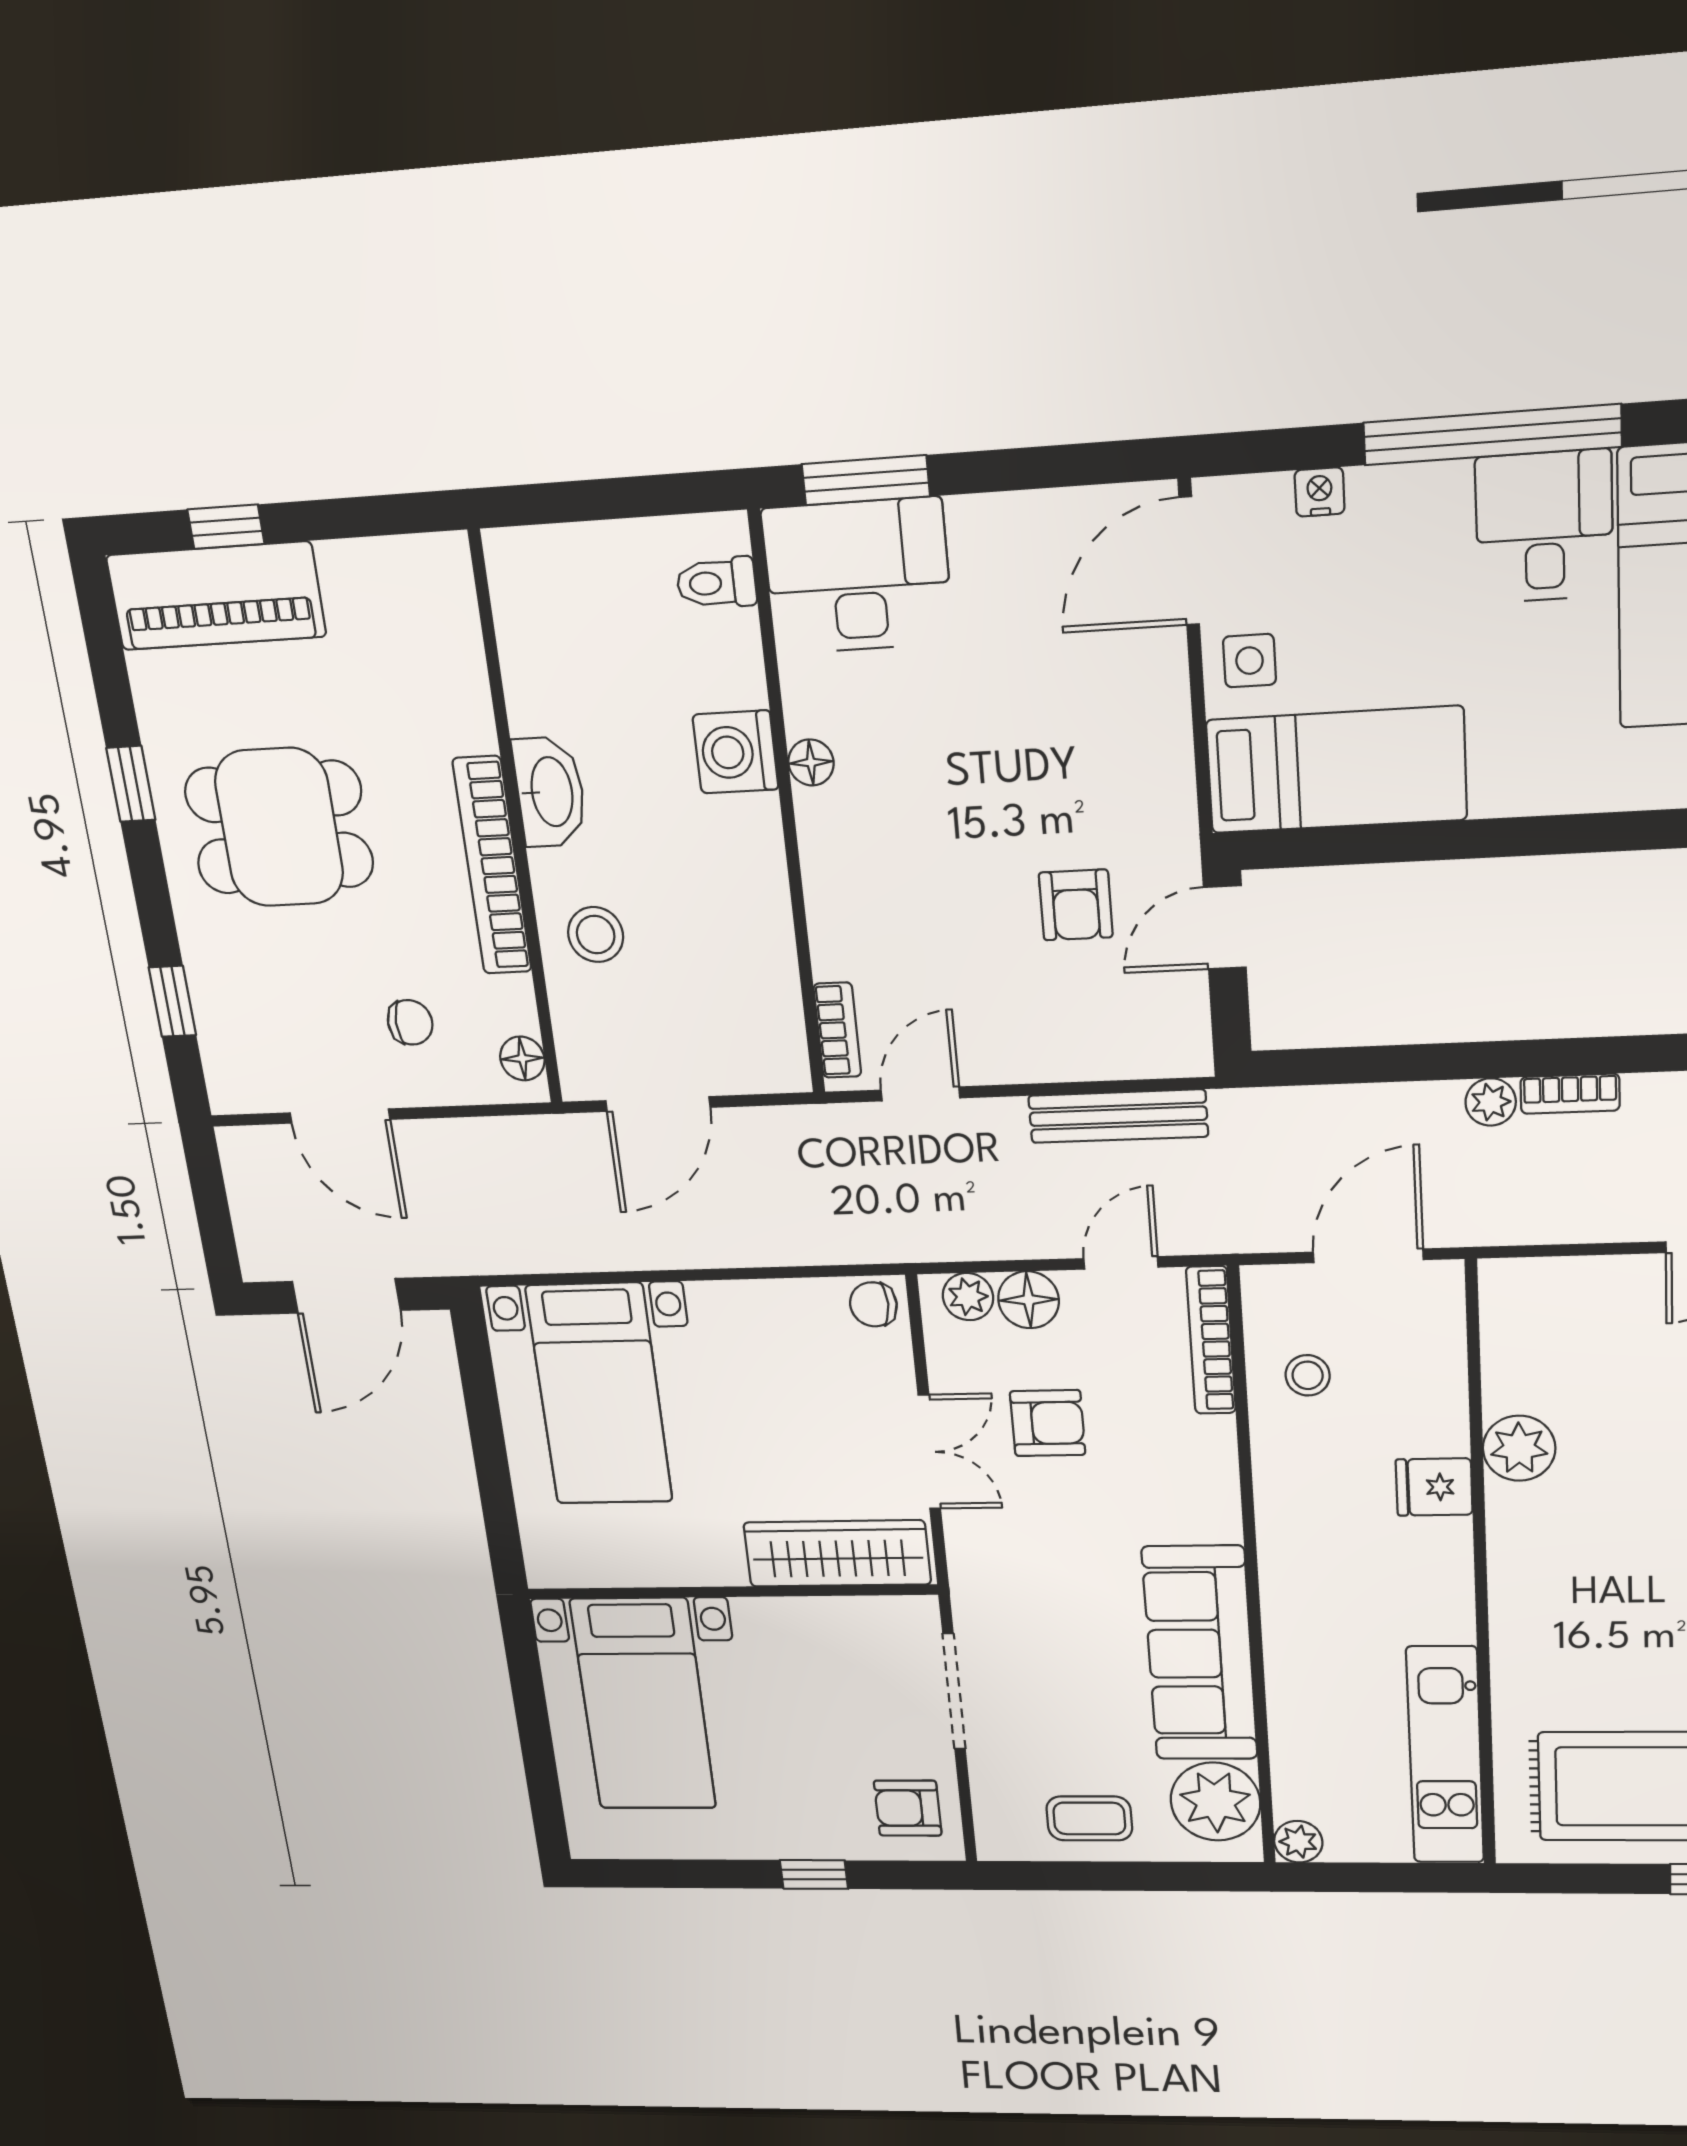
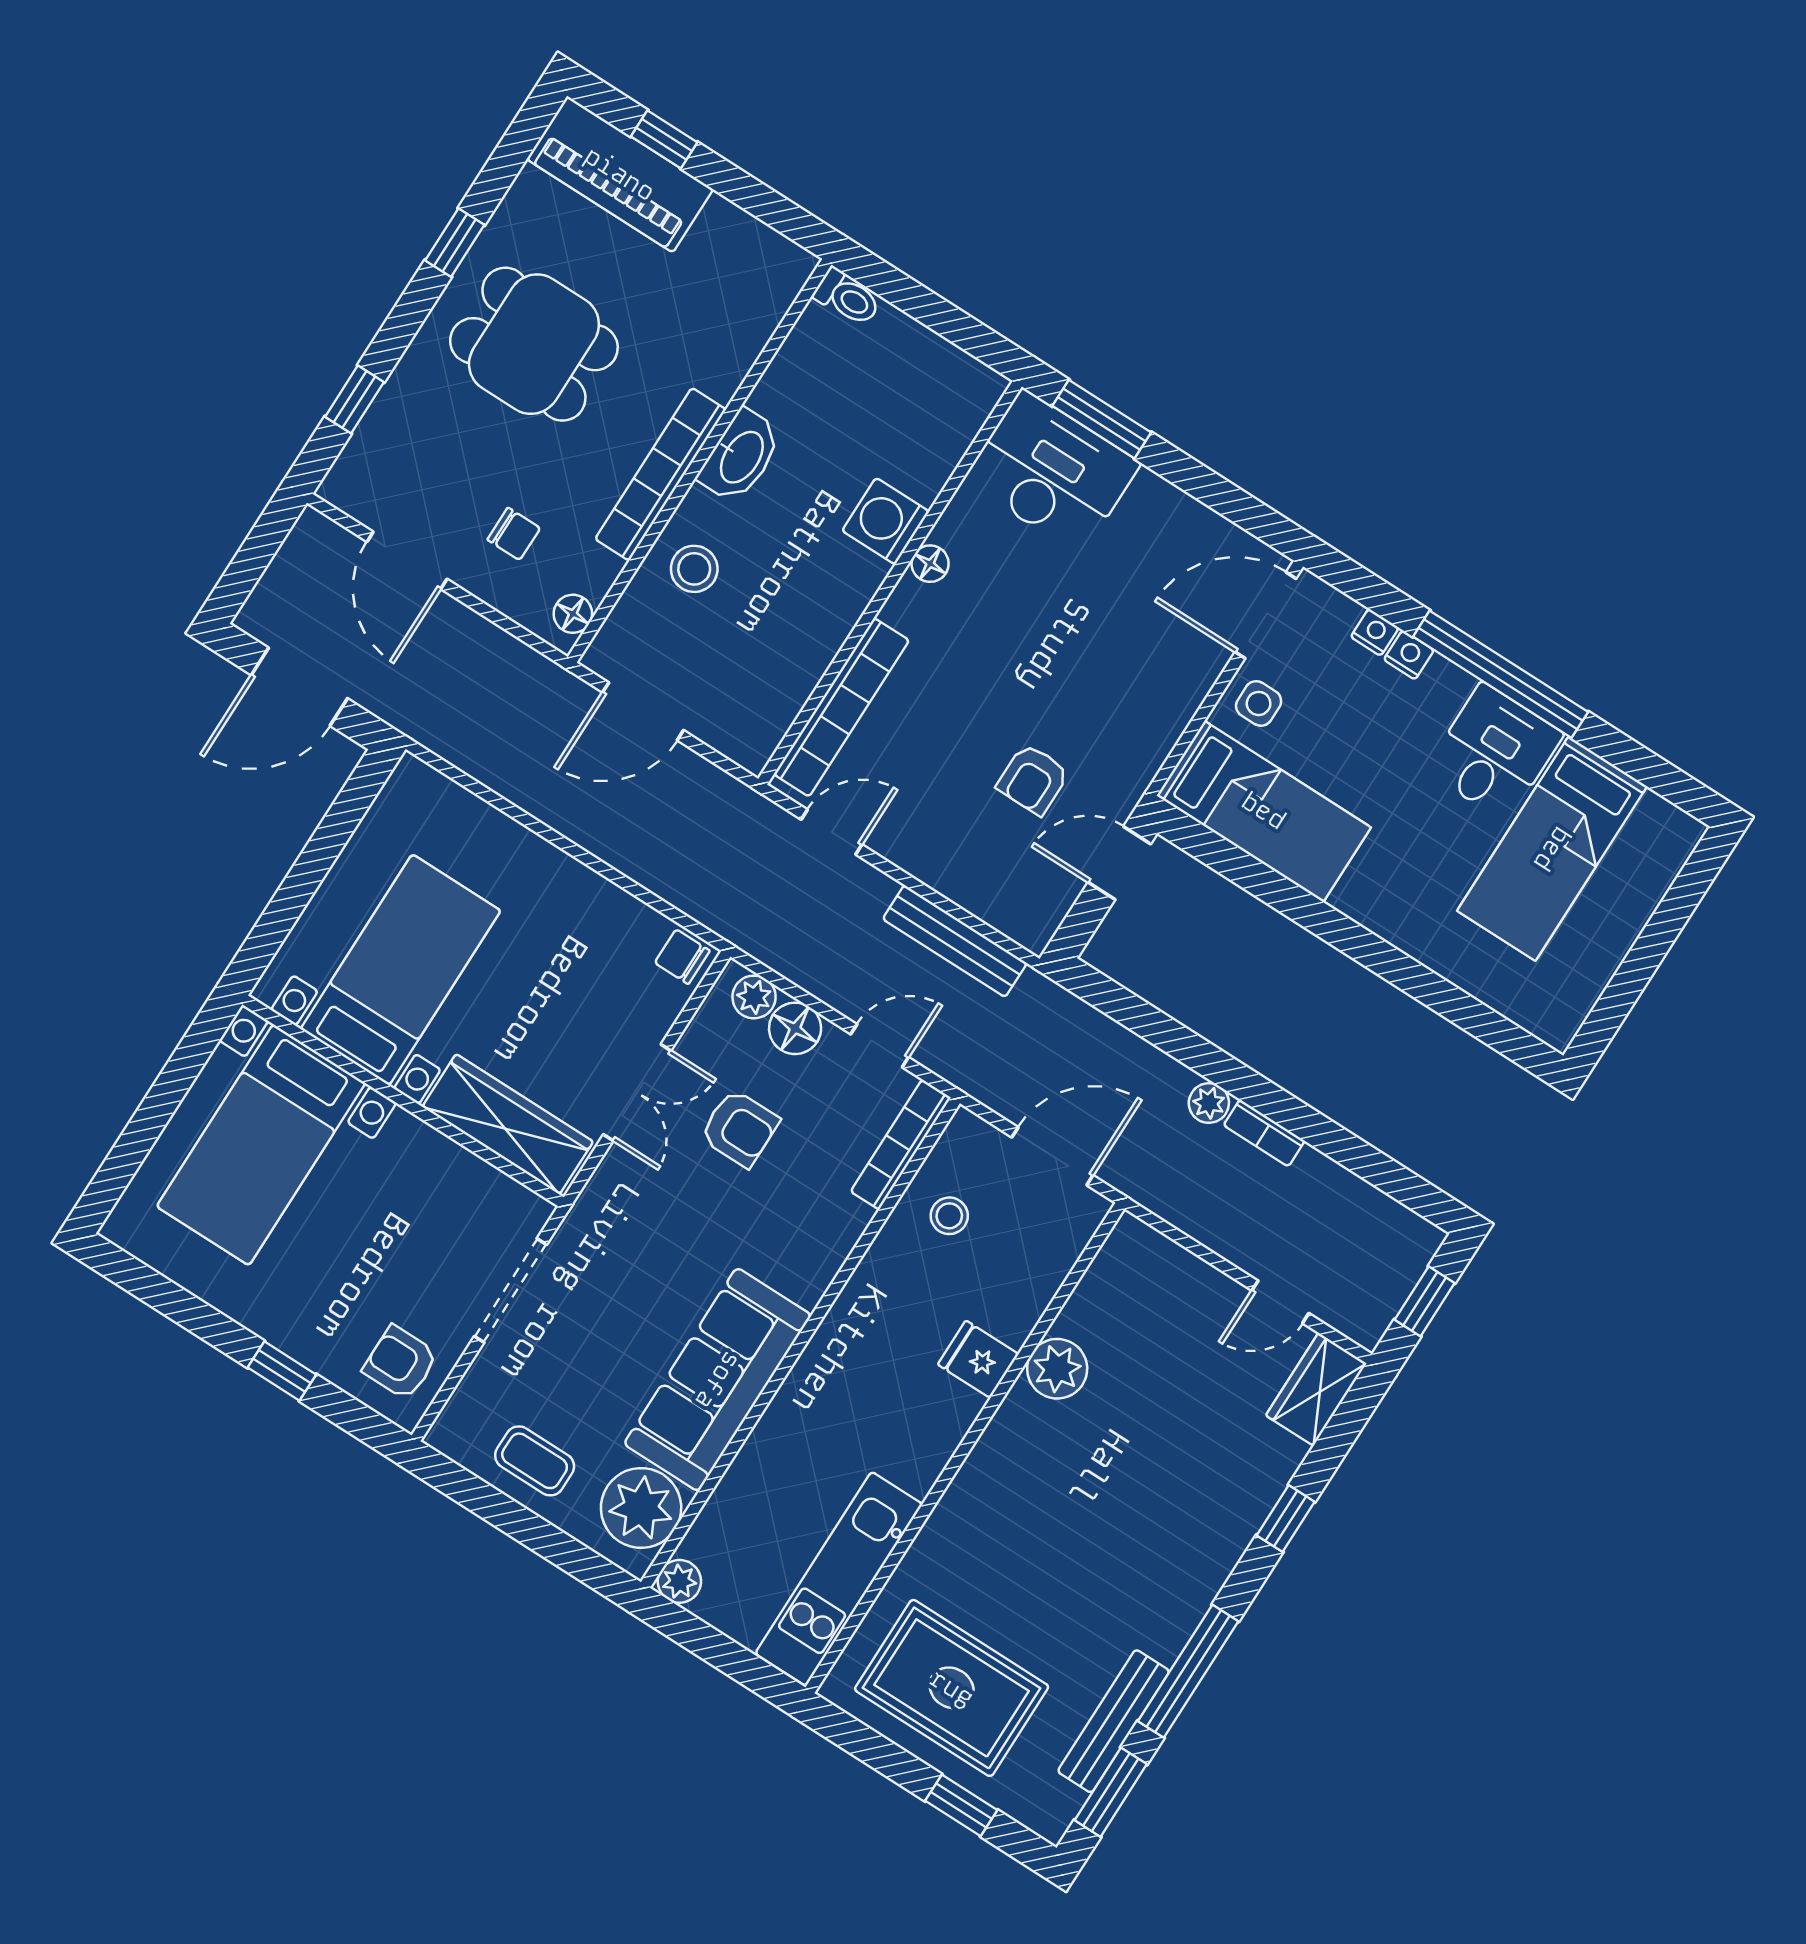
nightstand: (1375, 489) -> (1409, 655), added
toilet: (716, 583) -> (847, 297), moved, turned 180
bookcase: (837, 1030) -> (841, 707), width x2.31, depth x1.31
bed with nightstands: (599, 1394) -> (401, 970), moved, turned 180

